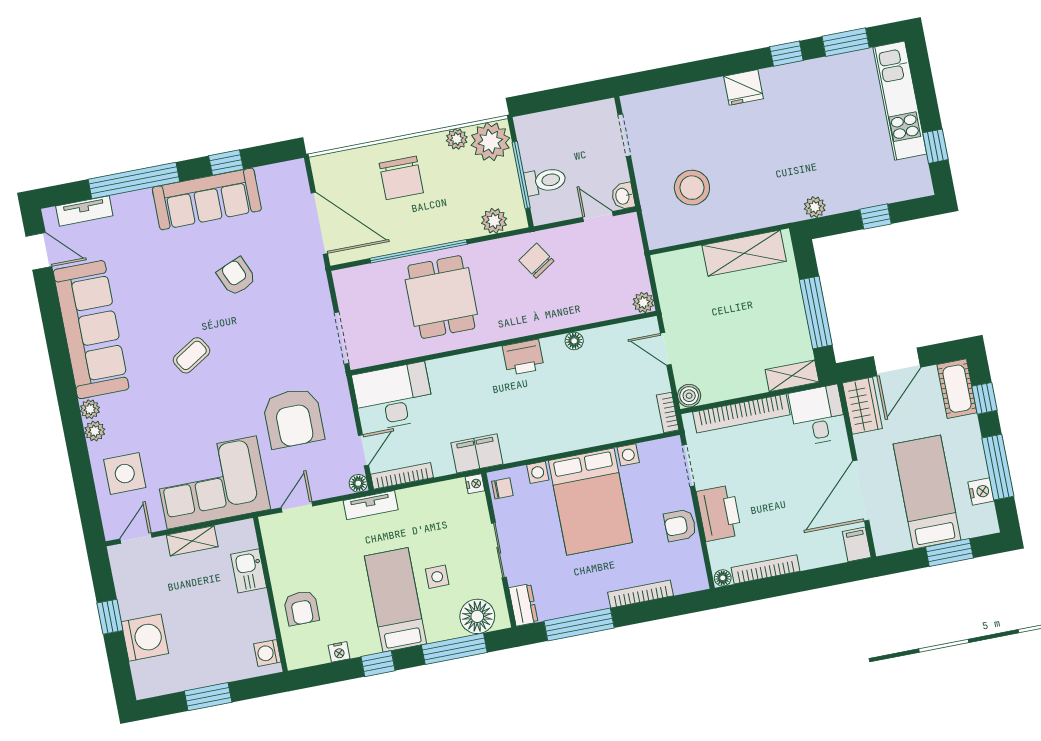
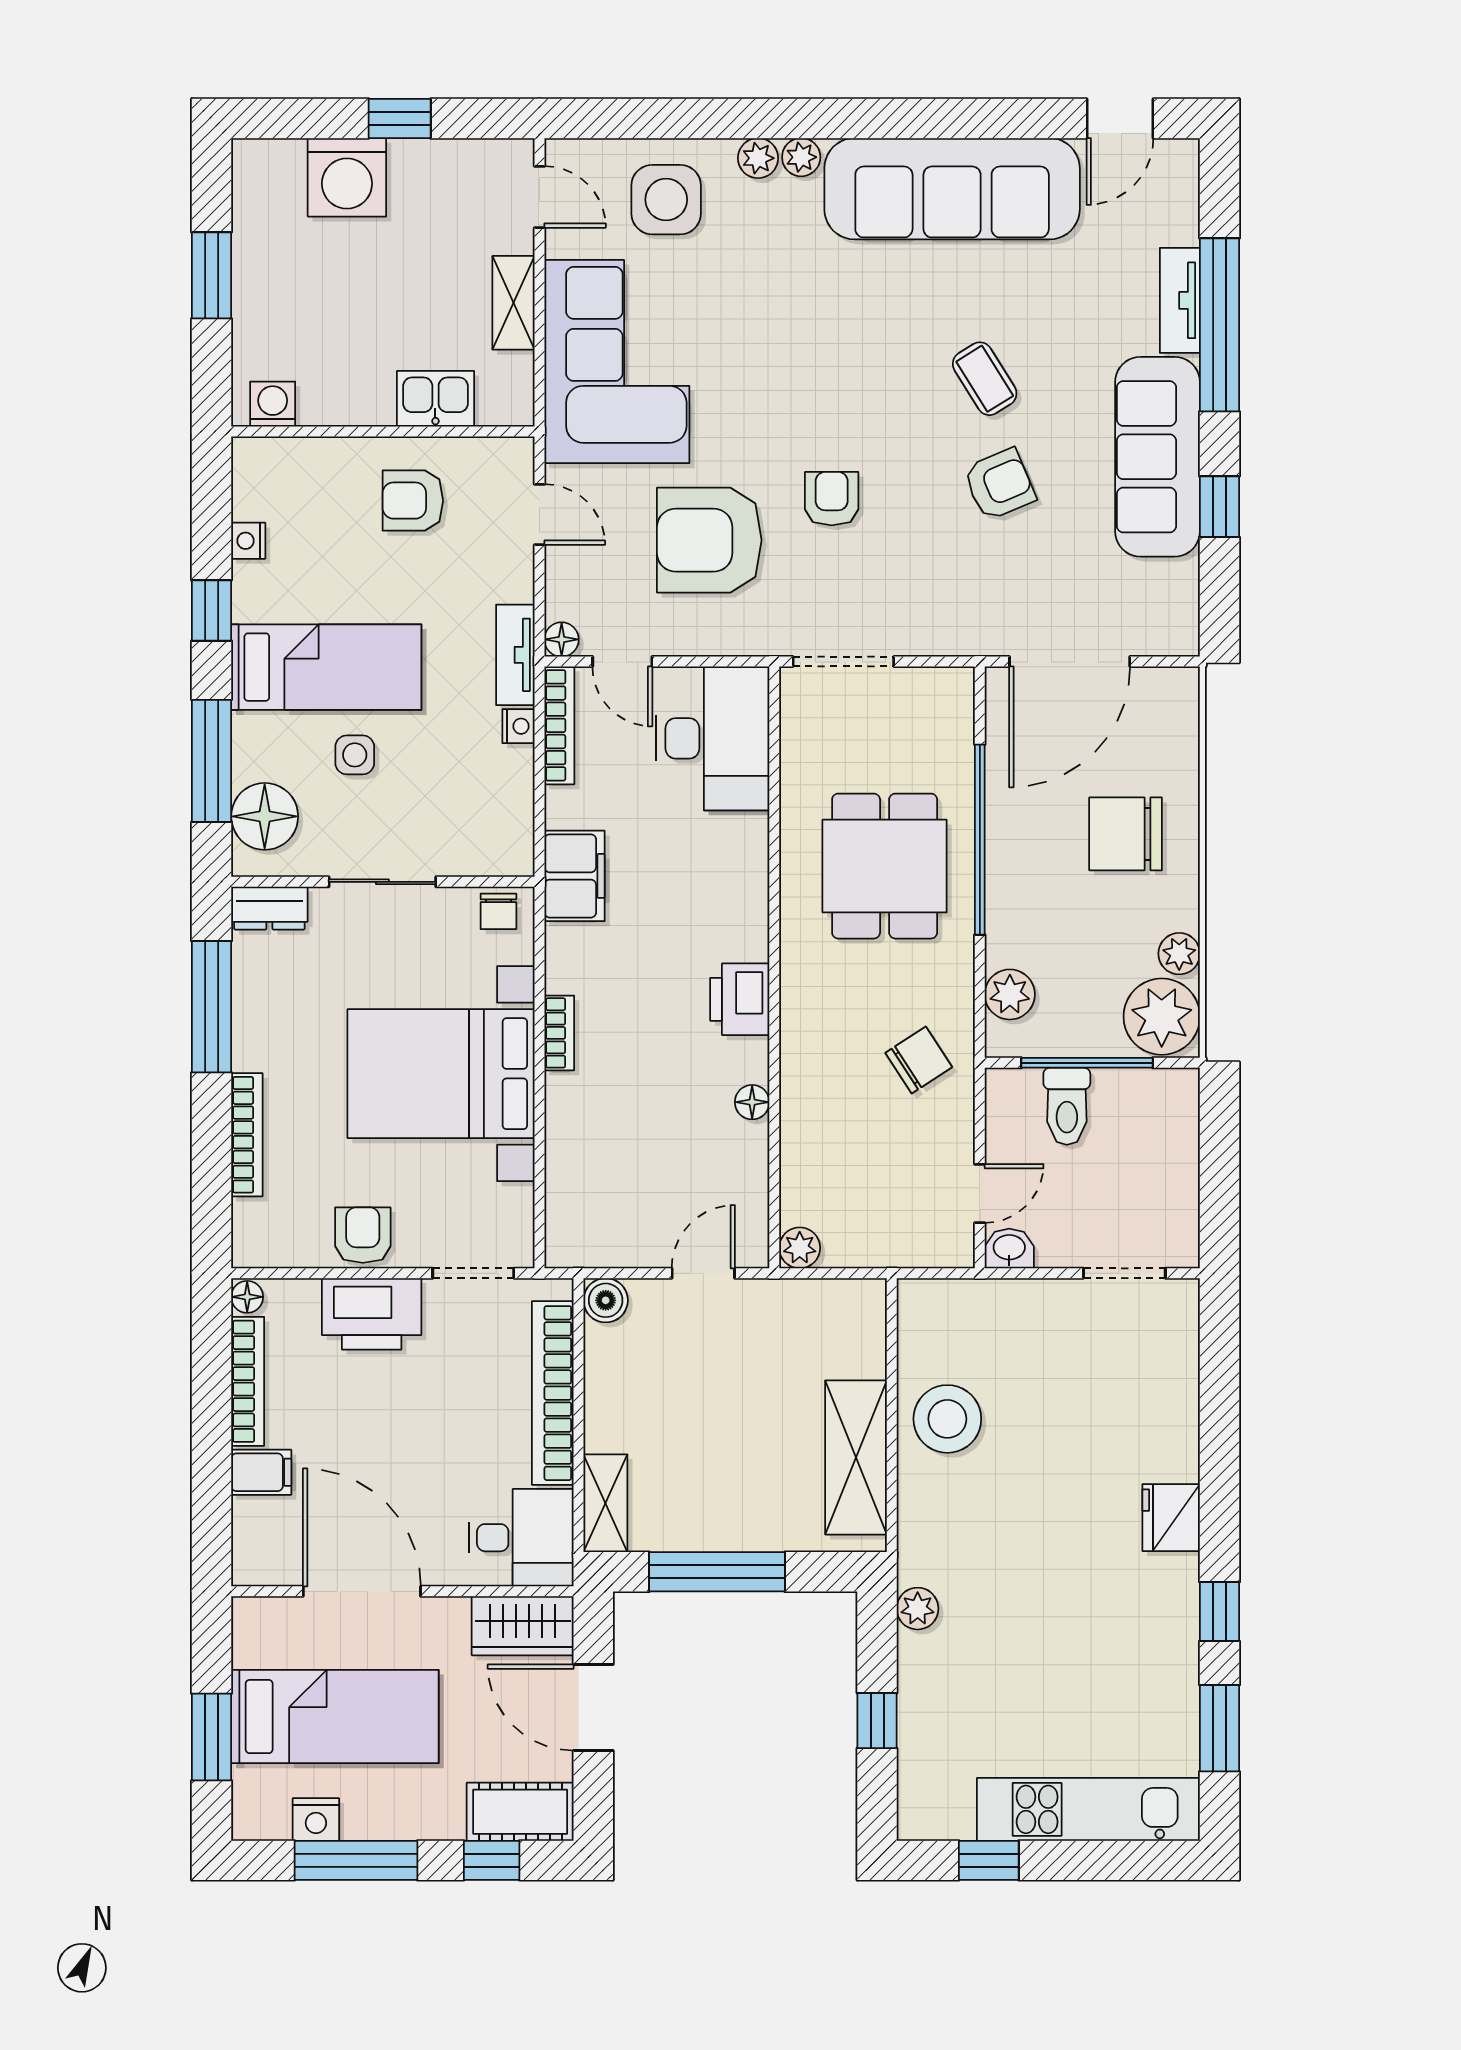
stool: (692, 188) -> (947, 1419), moved
tv unit: (84, 211) -> (1180, 300), moved
dining table: (441, 297) -> (885, 866), turned 90
coffee table: (191, 355) -> (985, 379), moved
armchair: (260, 360) -> (832, 499), added
bookcase: (668, 412) -> (559, 1033), moved, turned 90
nightstand: (475, 484) -> (518, 726), moved, turned -90
filing cabinet: (857, 544) -> (261, 1472), moved
armchair: (301, 608) -> (413, 501), moved

